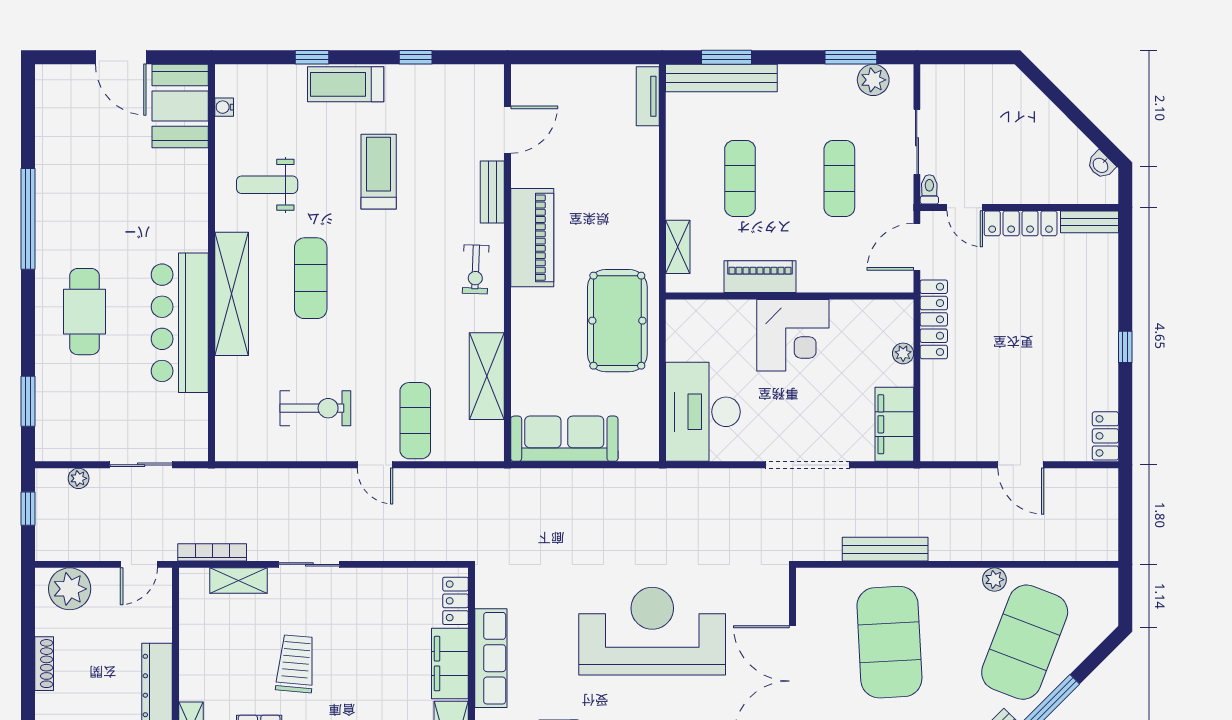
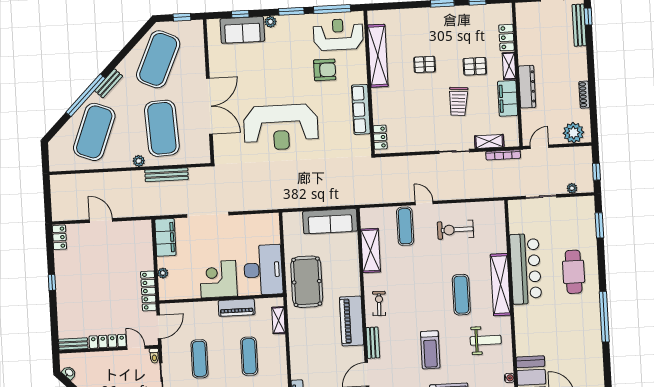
desk: (703, 412) -> (263, 270), moved
plant: (994, 580) -> (139, 161), moved
filing cabinet: (450, 664) -> (508, 98), moved, turned 180

